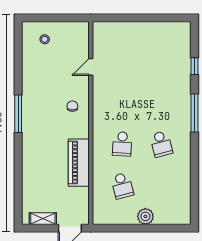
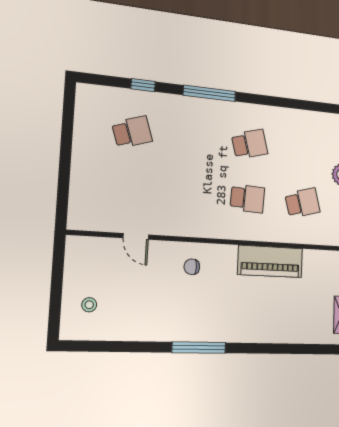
school desk: (161, 60) -> (132, 132), added

